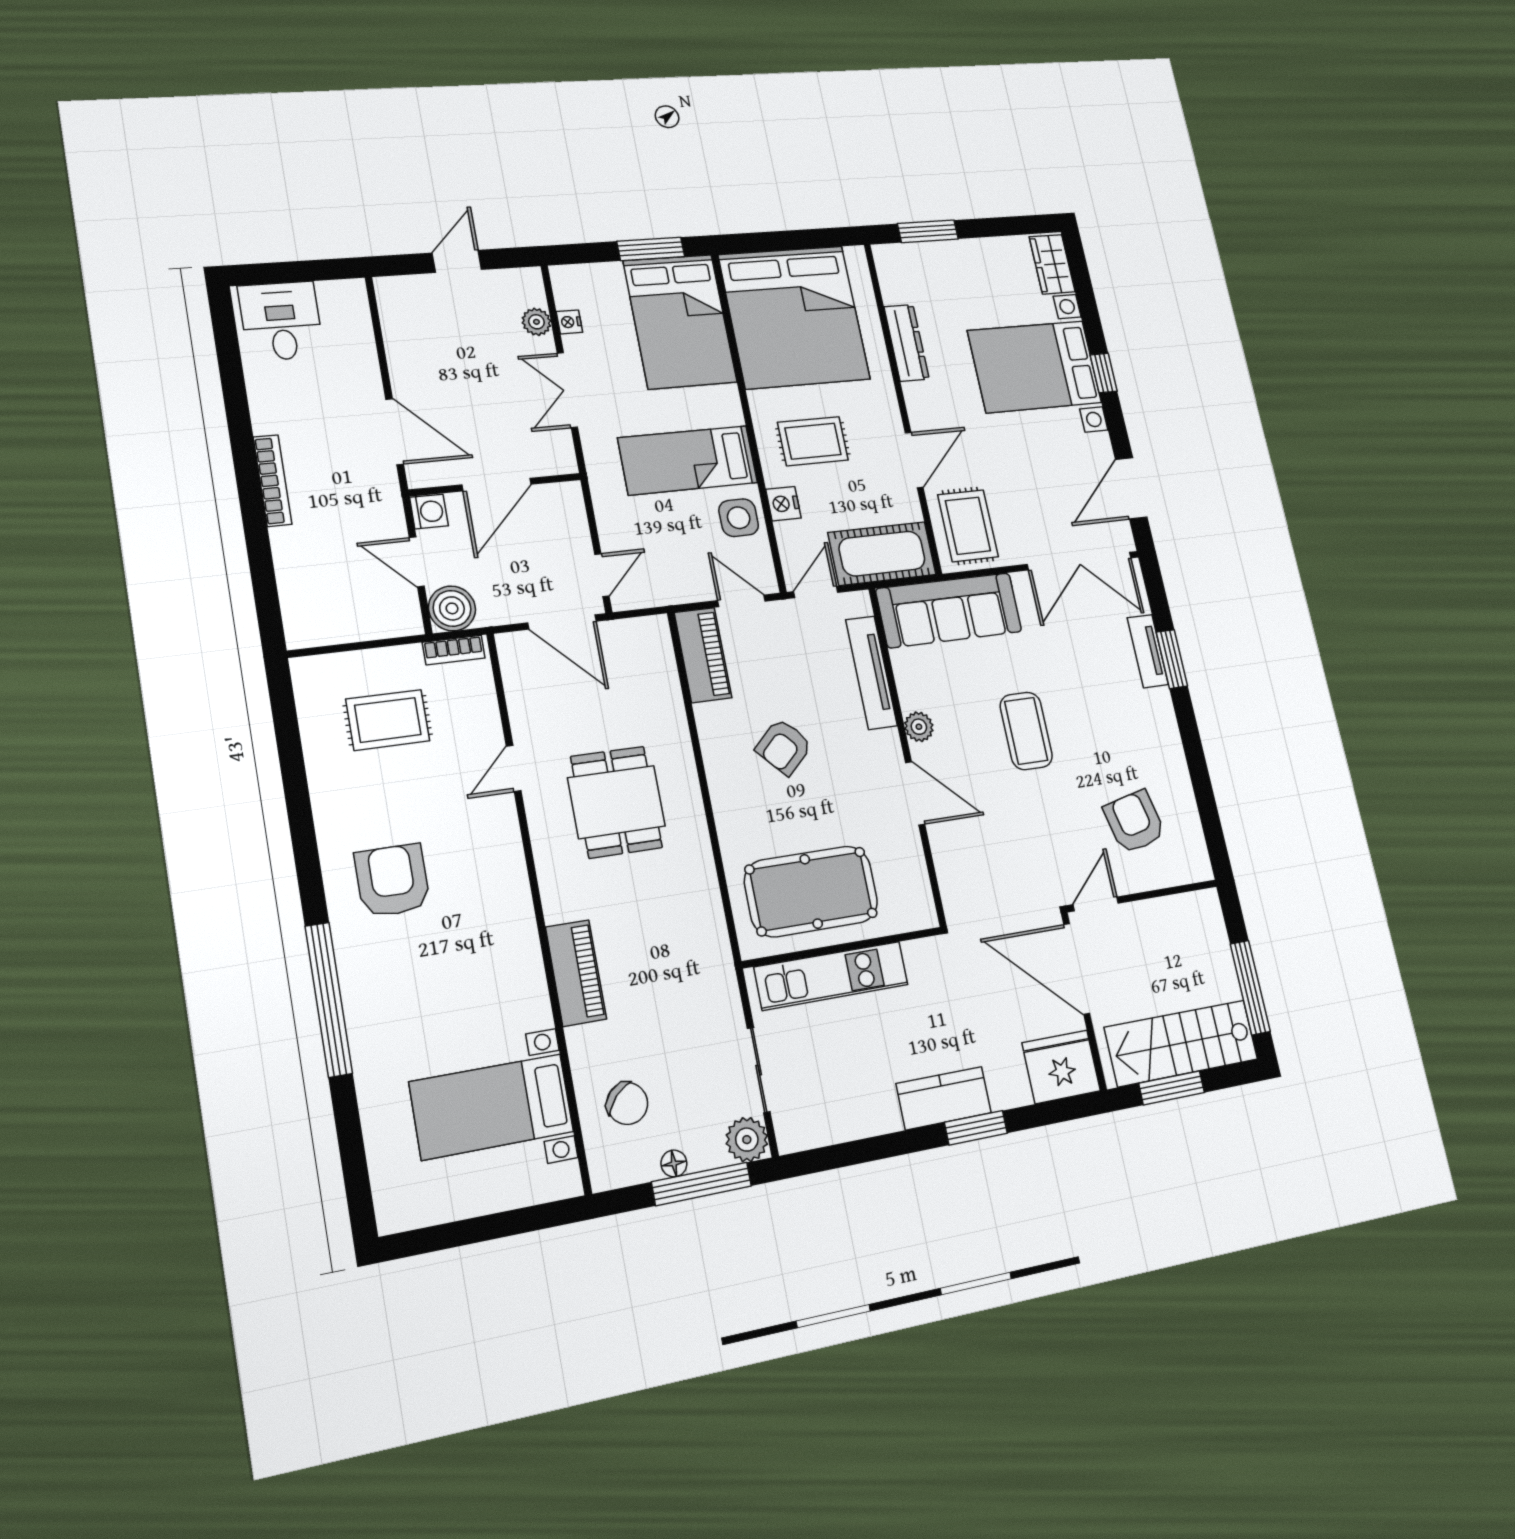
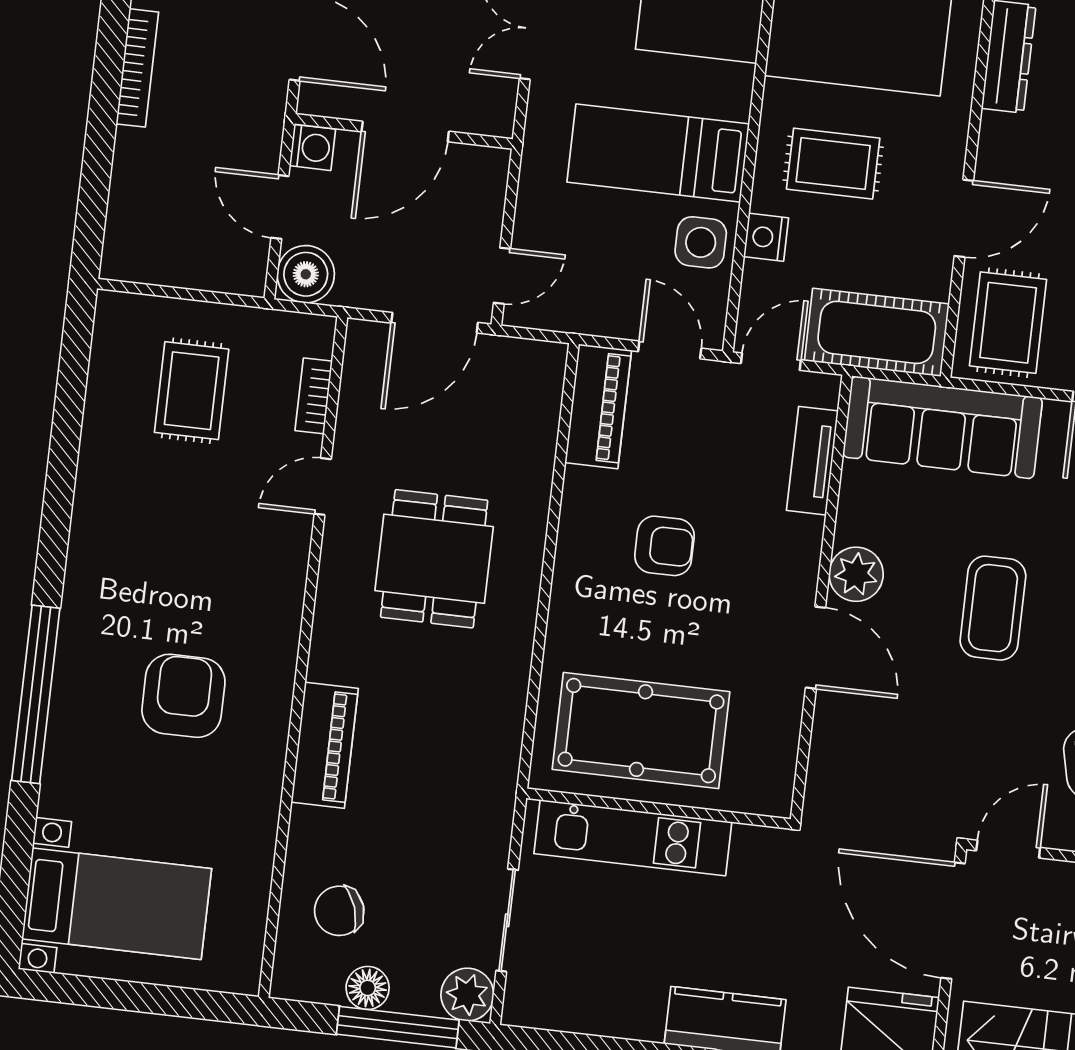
door: (562, 622) -> (435, 323), hinge flipped
bookcase: (454, 650) -> (314, 396), moved, turned 90
tv unit: (871, 673) -> (812, 461), width x0.71
rug: (388, 720) -> (192, 391), turned 90
plant: (919, 727) -> (856, 574), width x1.38, depth x1.38
armchair: (784, 747) -> (664, 546), turned -137
armchair: (392, 880) -> (183, 696), moved
chair: (627, 1103) -> (339, 911), turned 117
bed with nightstands: (492, 1107) -> (117, 904), moved, turned 180
floor lamp: (674, 1163) -> (368, 988), width x1.37, depth x1.37

